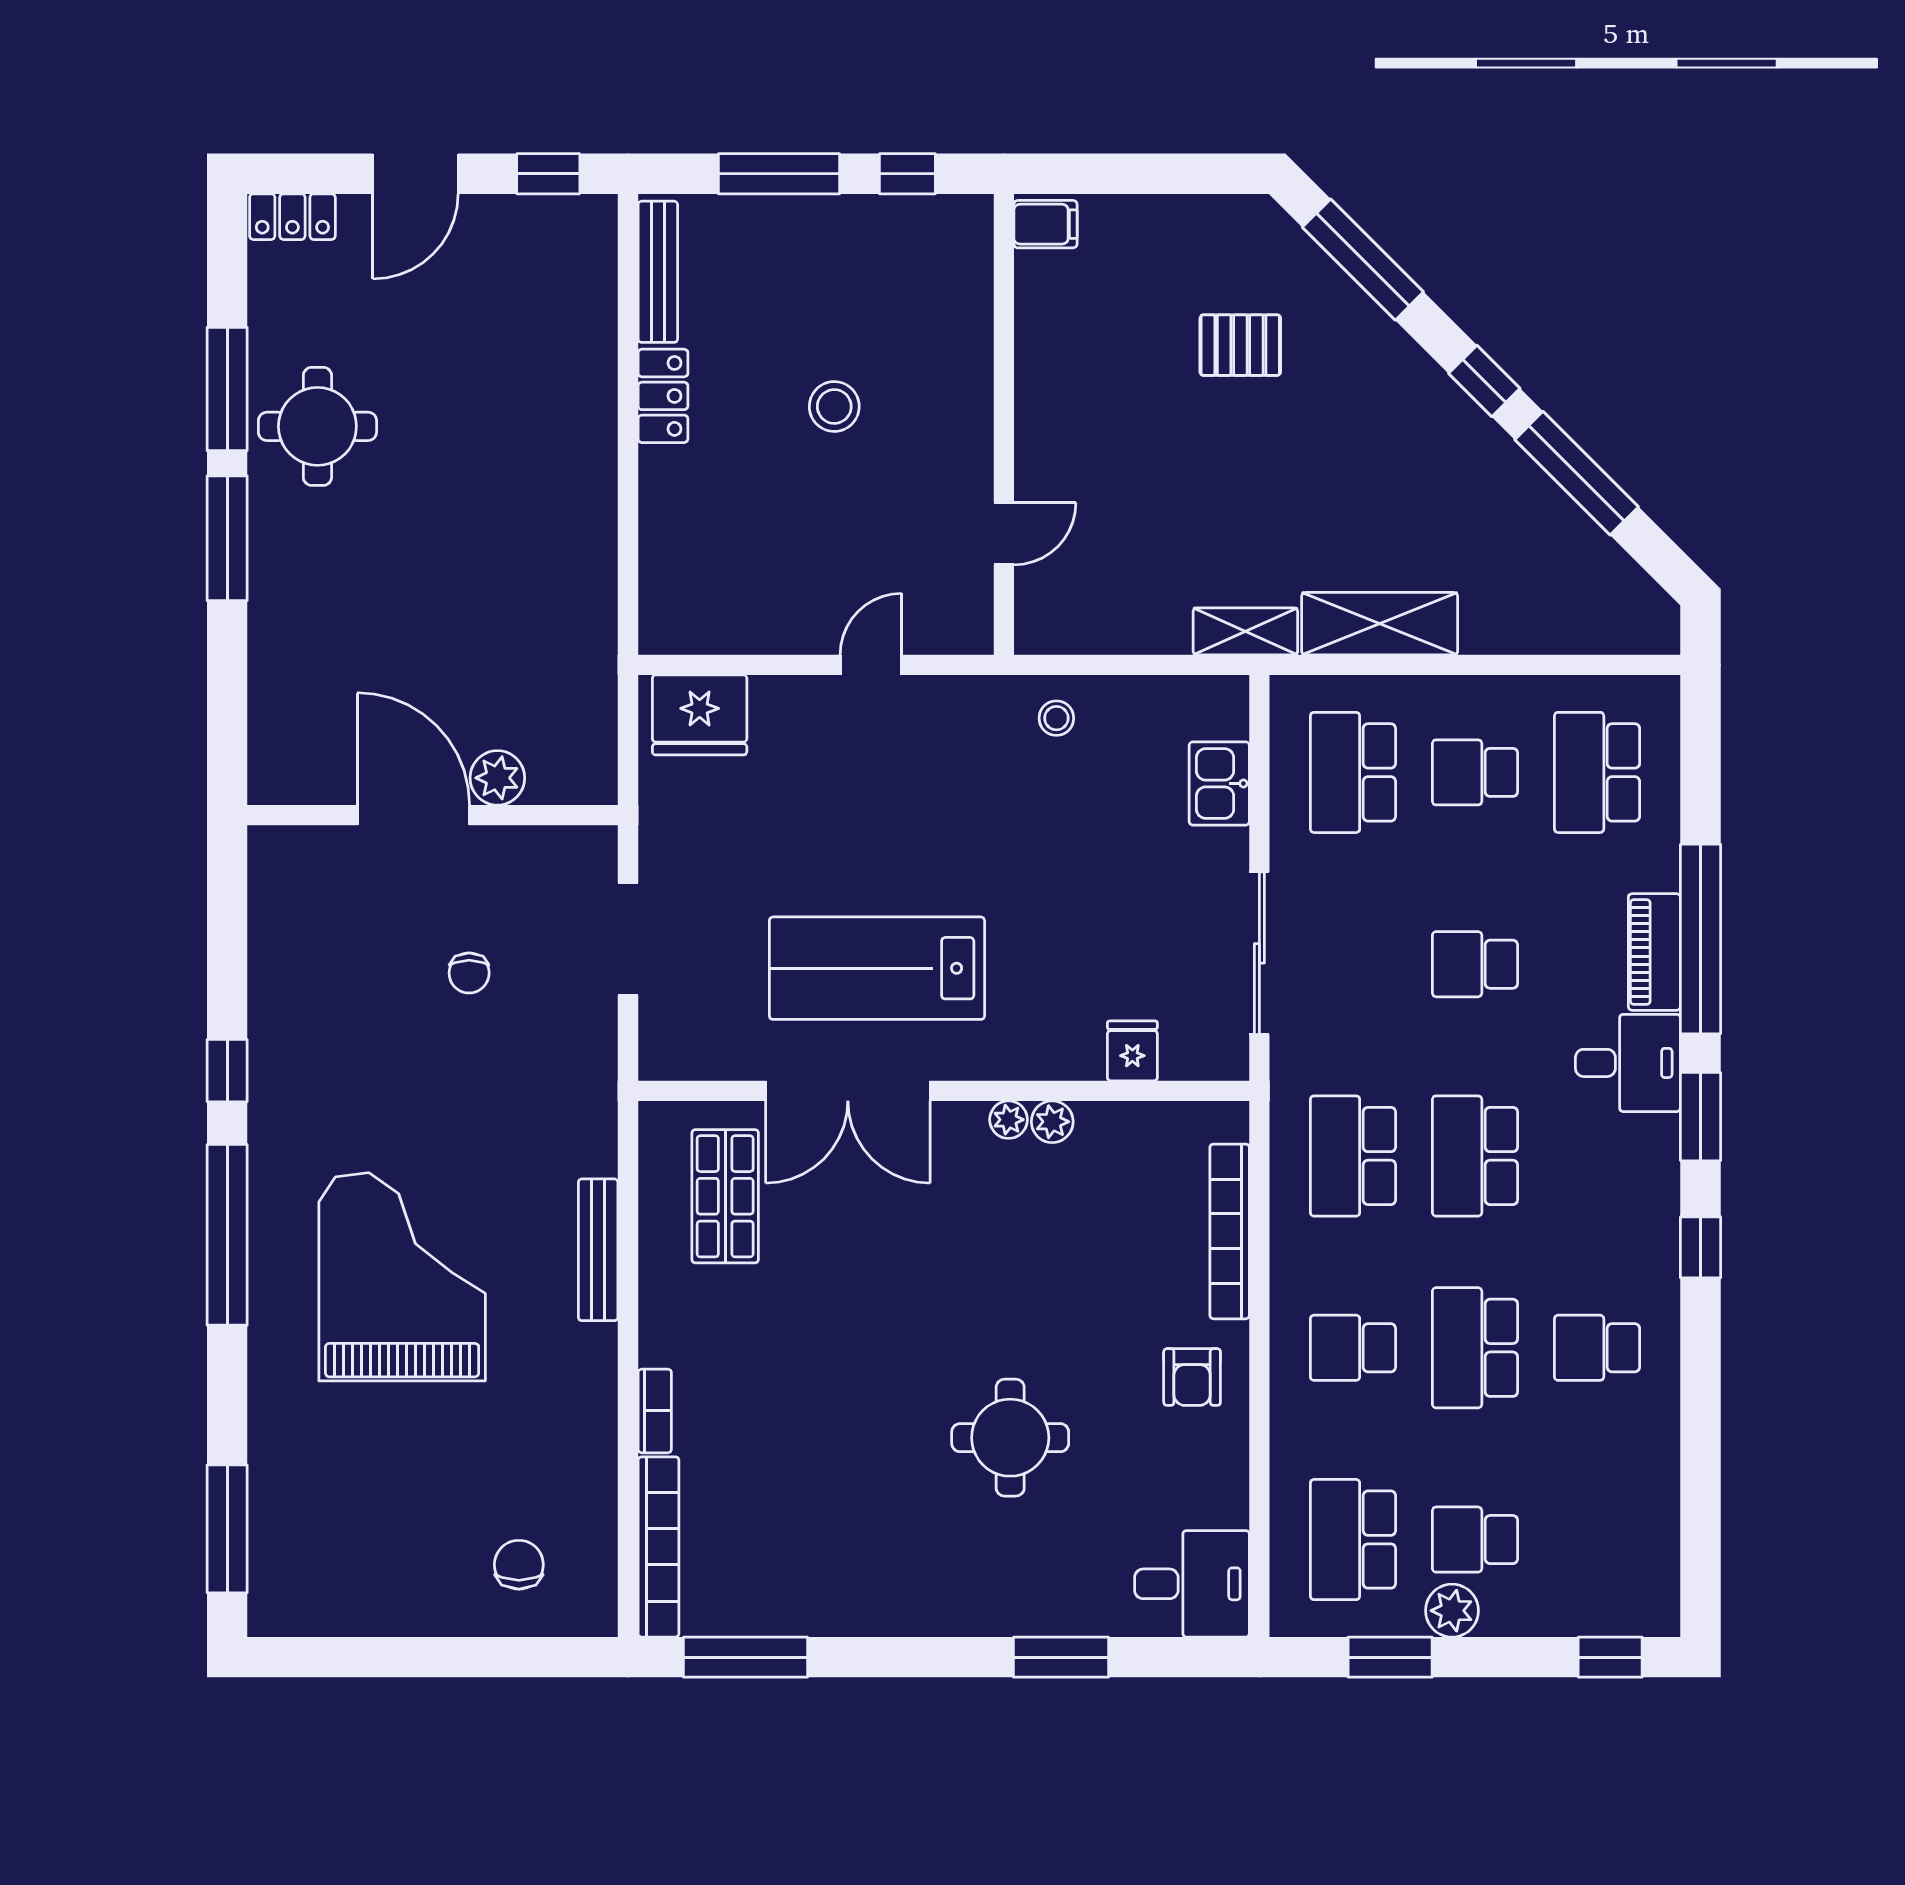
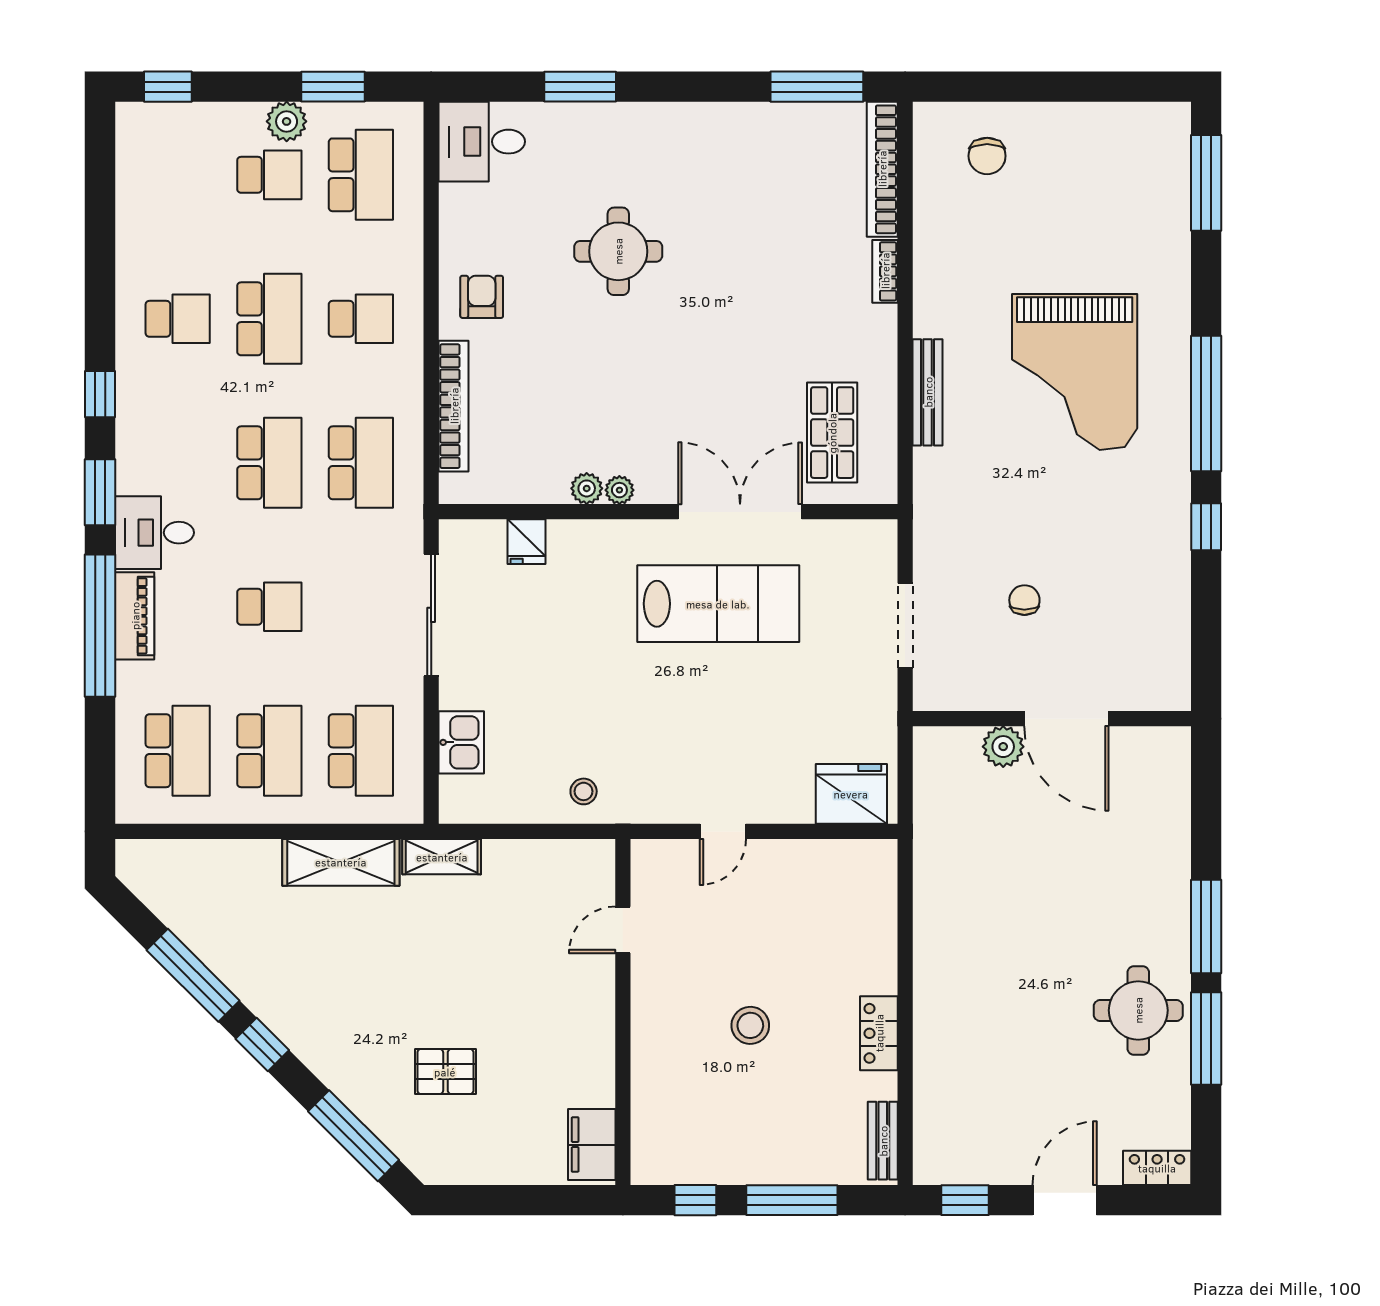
filing cabinet: (1045, 224) -> (592, 1145), width x2.00
bench: (658, 272) -> (883, 1141), width x0.73
school desk: (1475, 772) -> (269, 751), width x1.85

